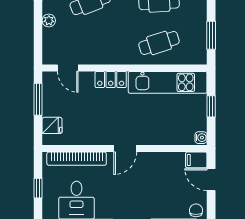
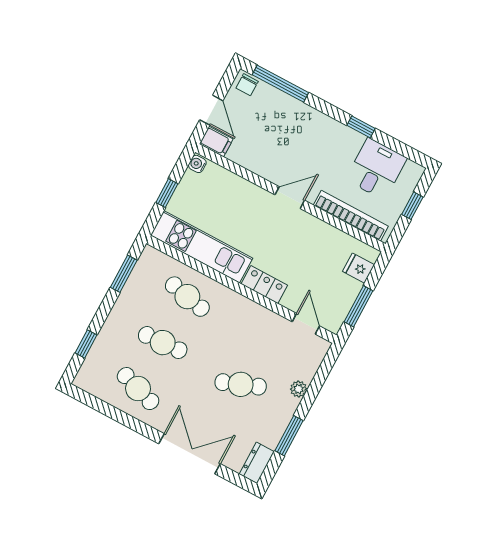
cafe table: (159, 43) -> (187, 297), turned 30

